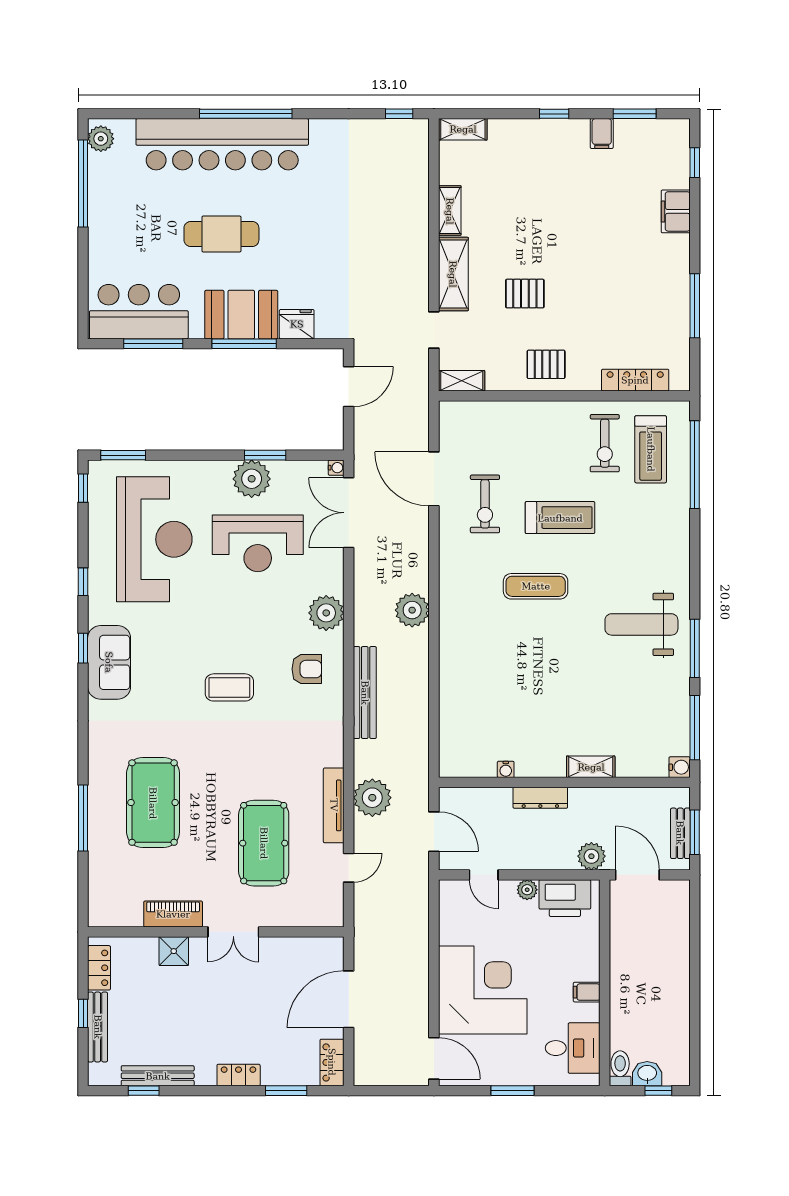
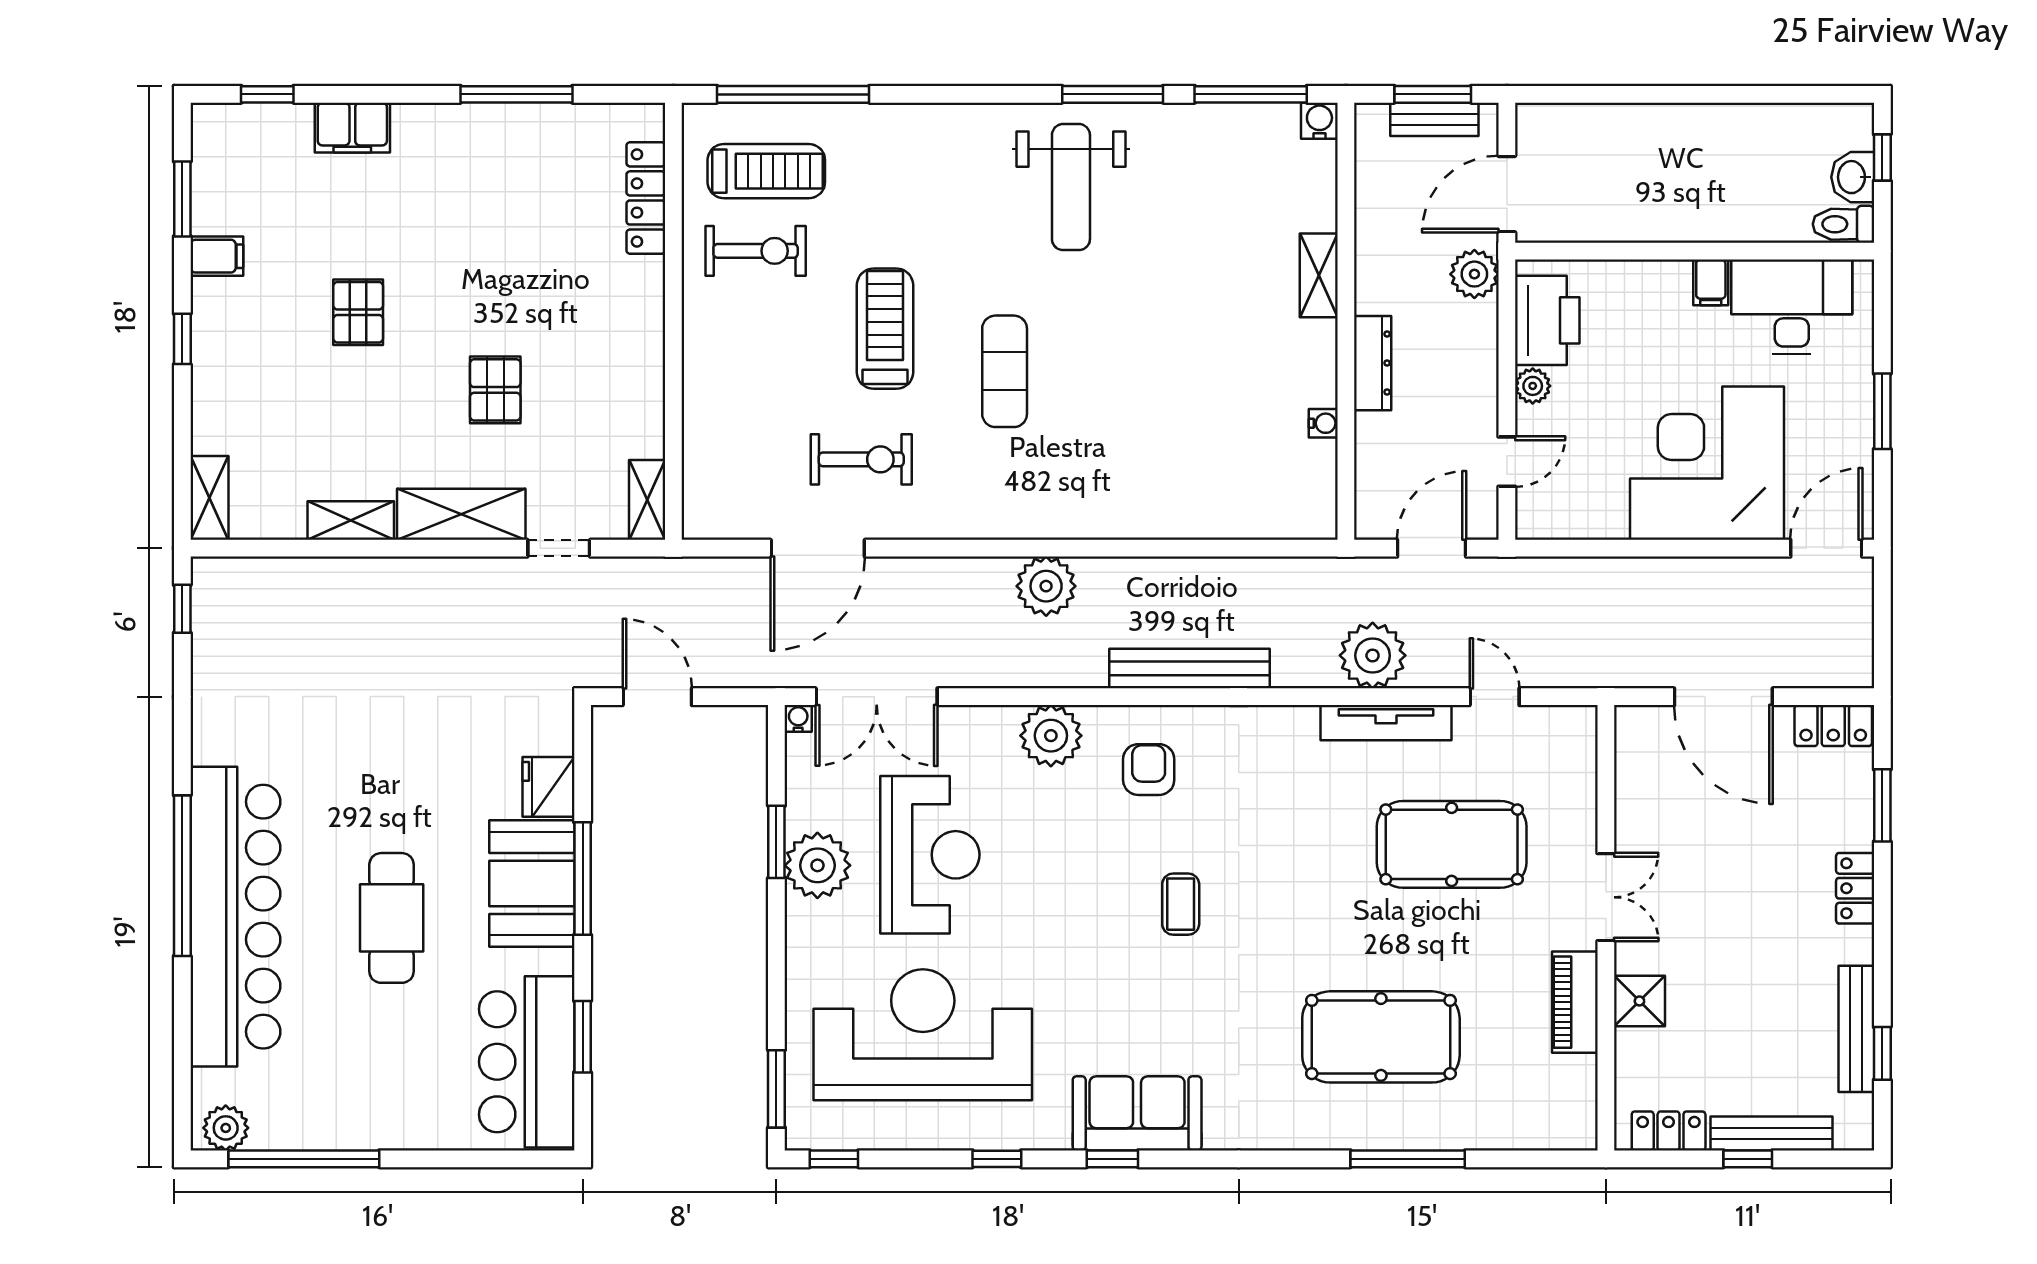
window: (153, 344) -> (583, 1037), width x0.69
pallet: (546, 364) -> (358, 312), moved
coffee table: (229, 687) -> (1181, 904), width x0.73, depth x0.77
desk: (573, 1048) -> (1792, 307), width x1.37

